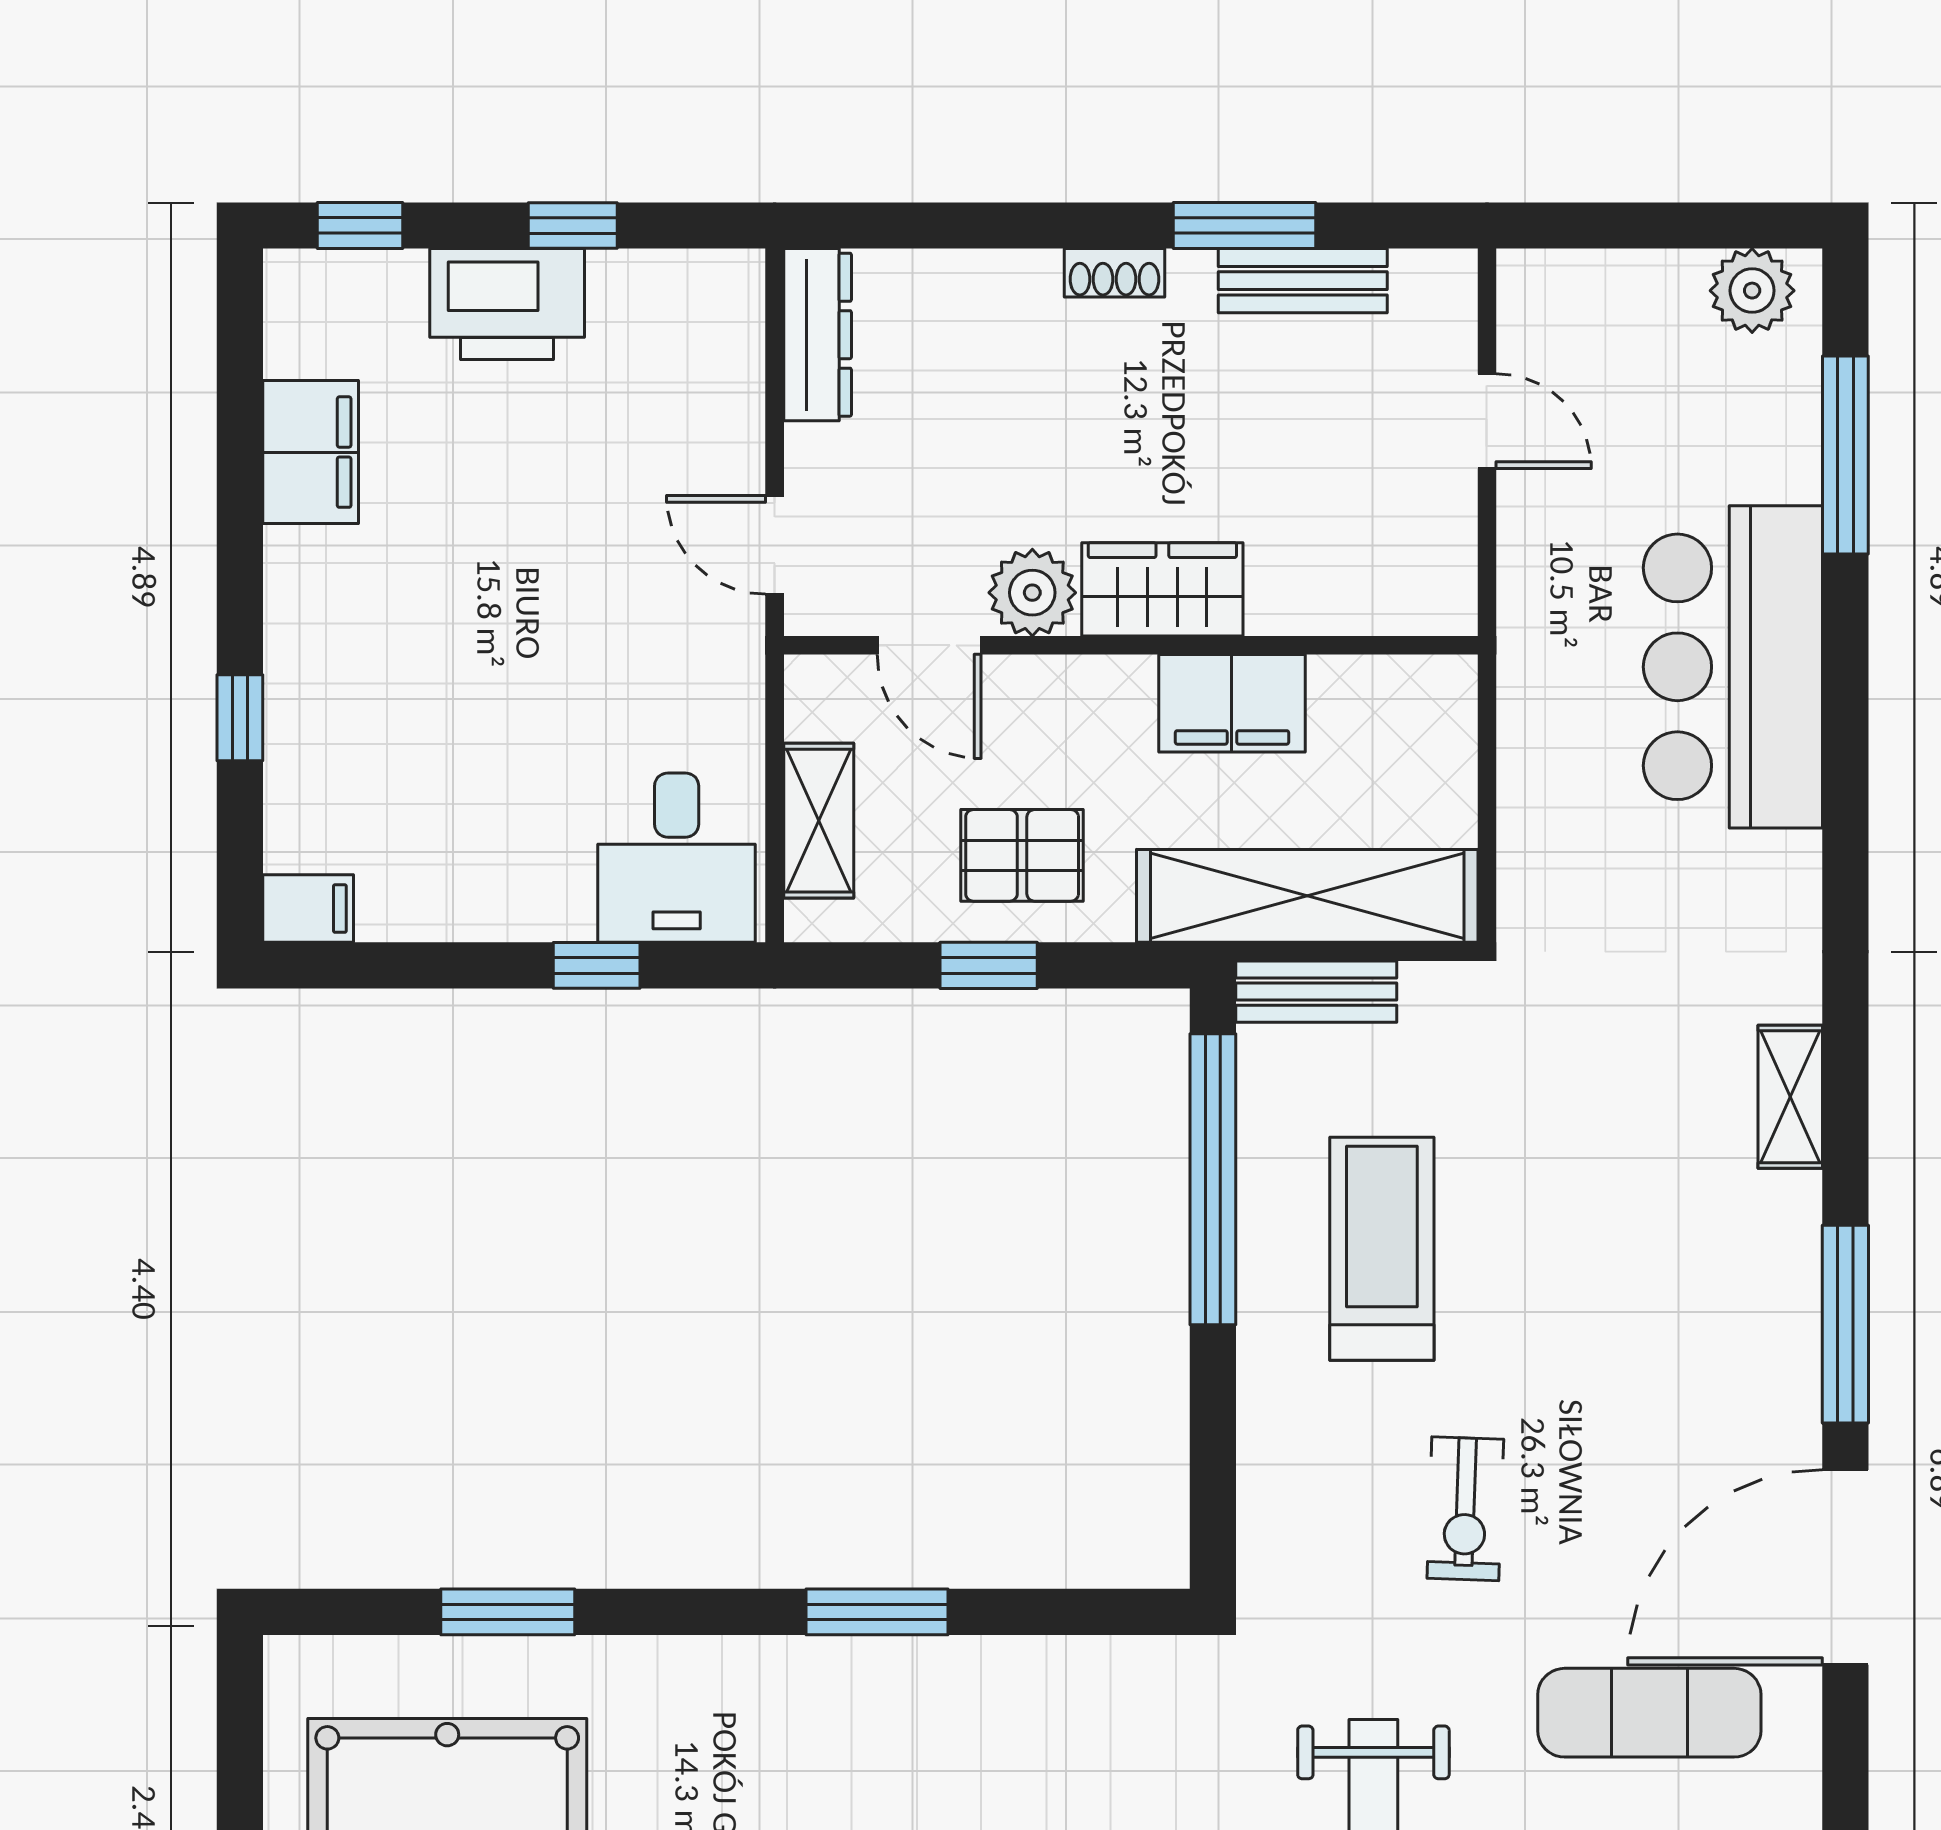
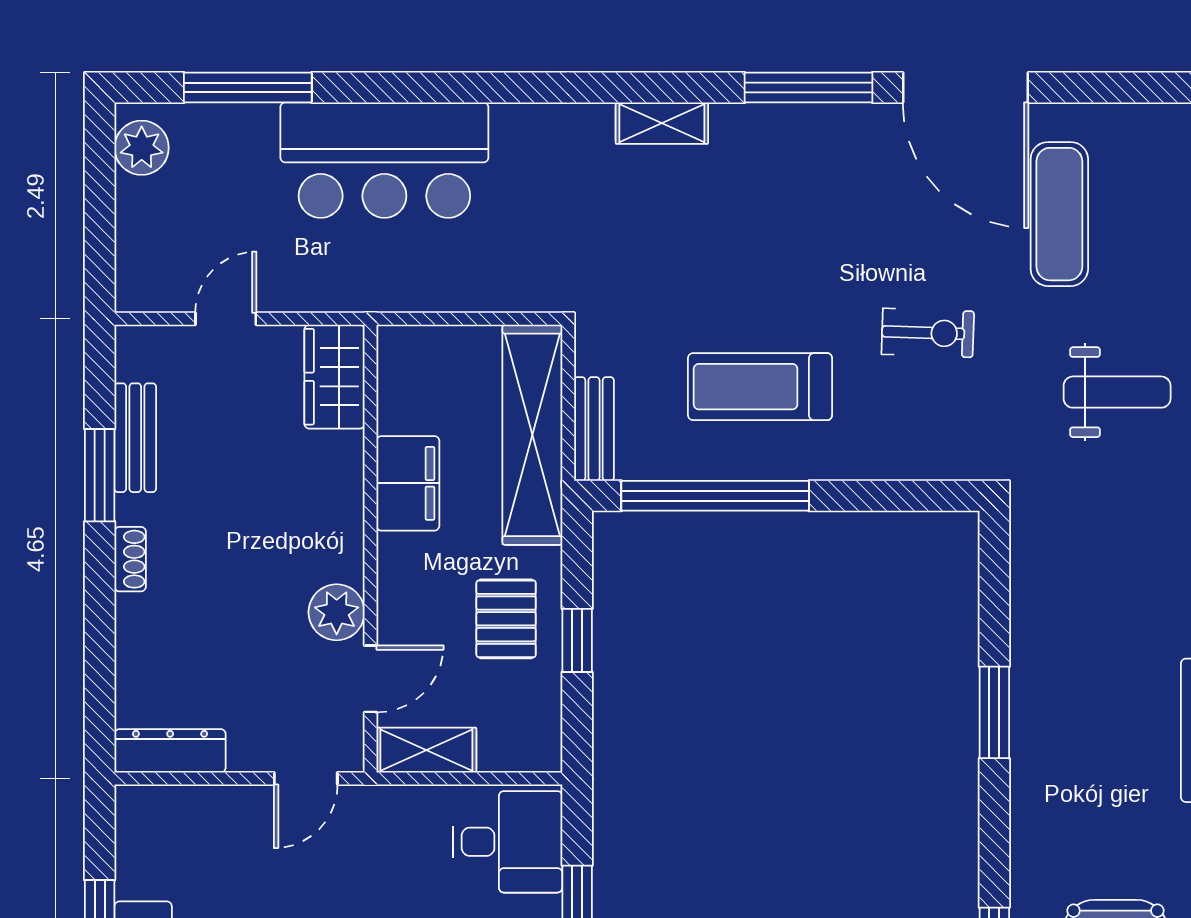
wardrobe: (1162, 589) -> (334, 377), moved
shelving: (819, 821) -> (426, 750), moved

